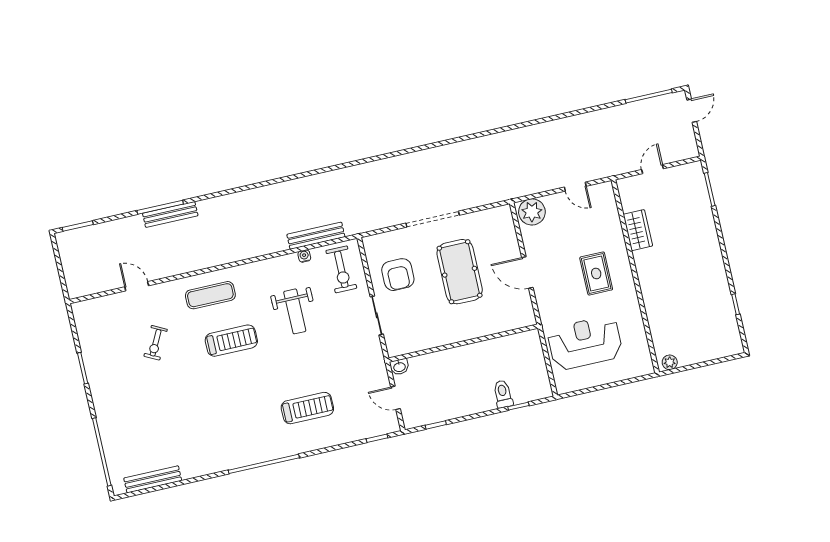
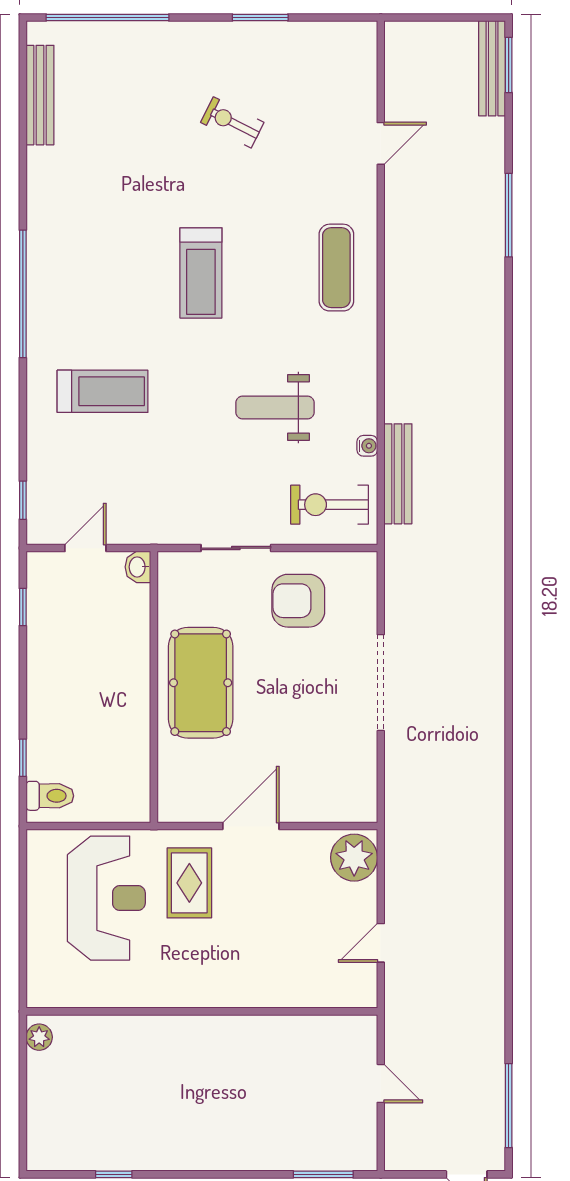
bench: (170, 214) -> (492, 68), moved
wardrobe: (638, 230) -> (281, 1034), removed
pool table: (460, 272) -> (201, 683), moved, turned 90
rug: (596, 273) -> (189, 883), moved, turned 90
treadmill: (231, 341) -> (201, 273), moved
exercise bike: (156, 343) -> (232, 122), moved
toilet: (503, 394) -> (50, 796), moved
treadmill: (307, 408) -> (103, 391), turned -90

